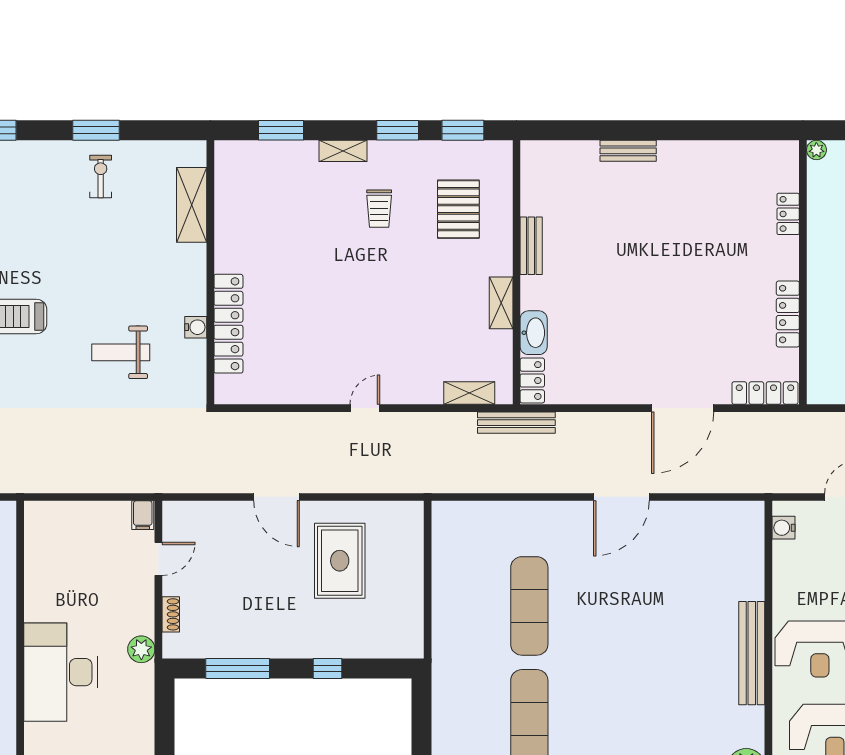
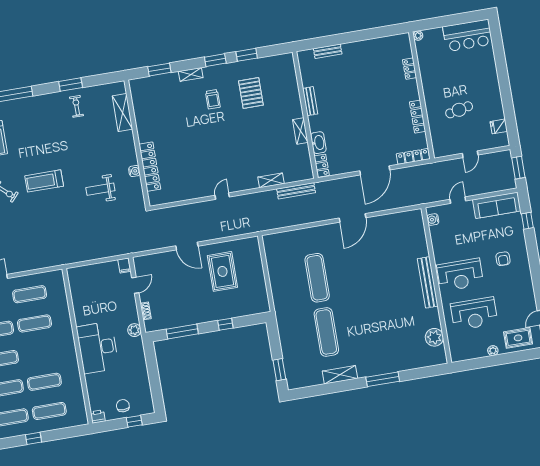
bench: (531, 246) -> (310, 101), moved
wall: (517, 272) -> (305, 115), moved
shelving: (501, 303) -> (300, 131), moved
washbasin: (534, 333) -> (318, 143), moved
locker: (532, 381) -> (322, 166), moved

